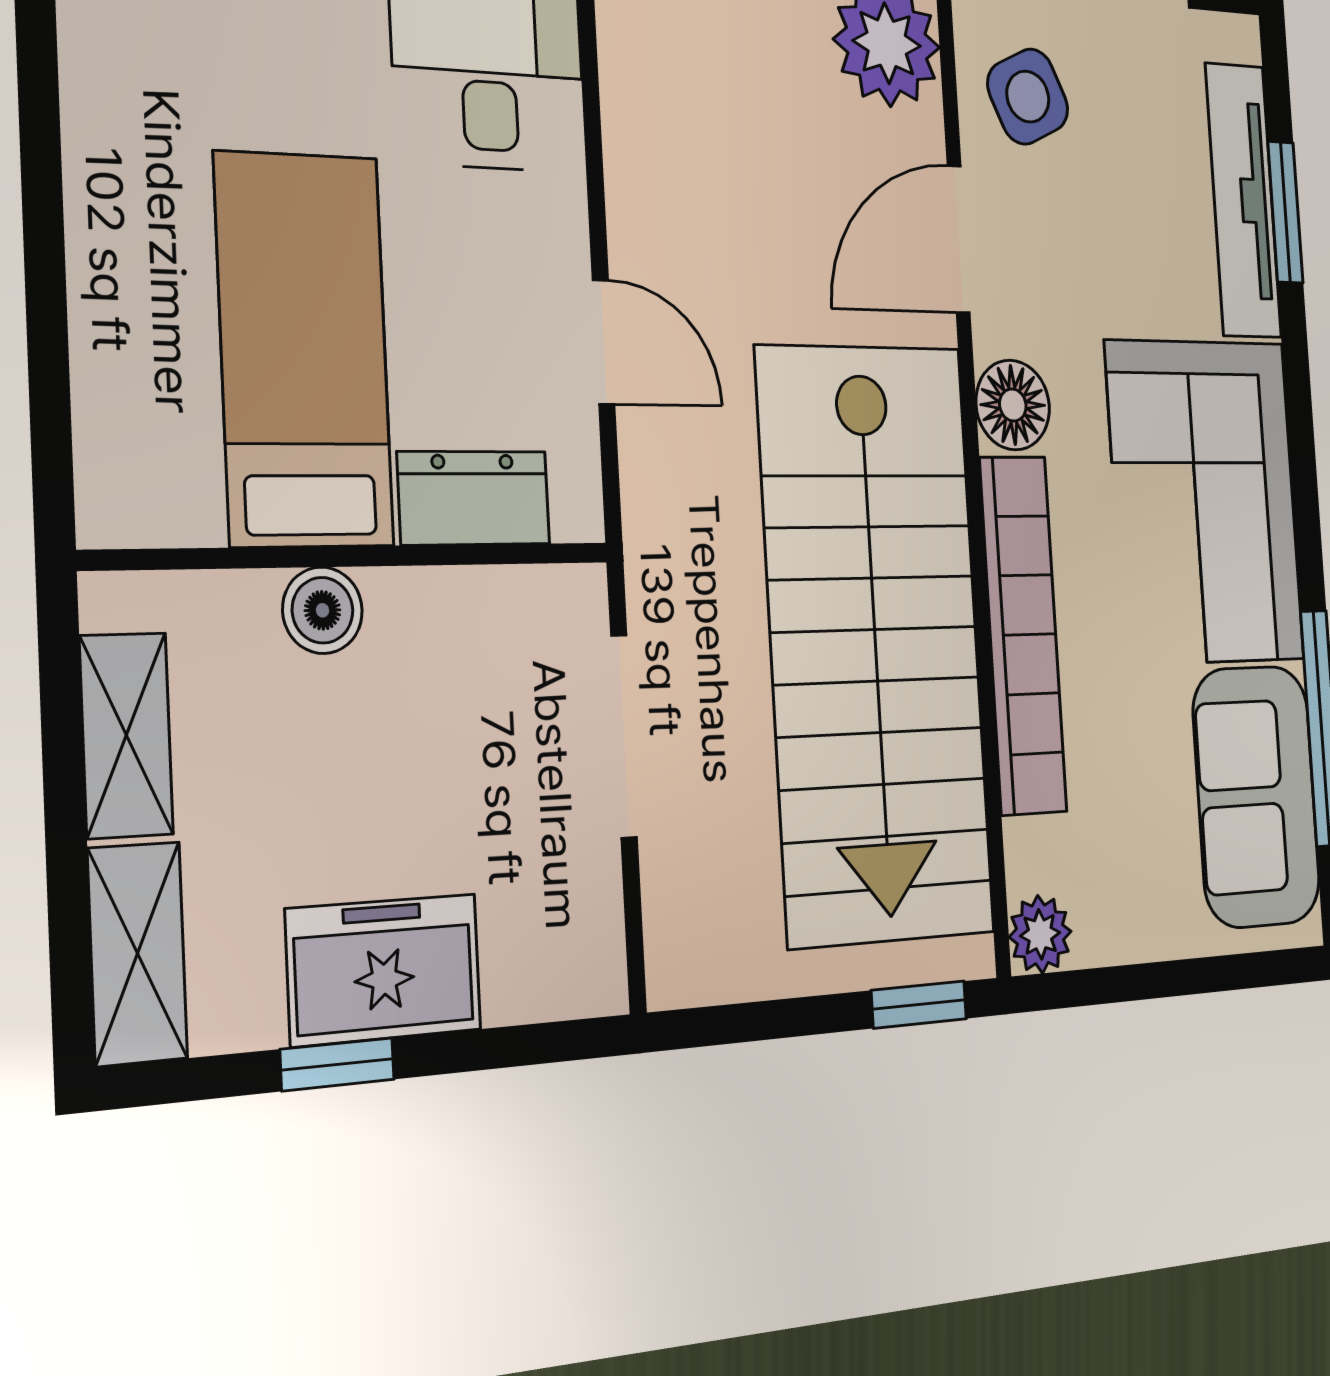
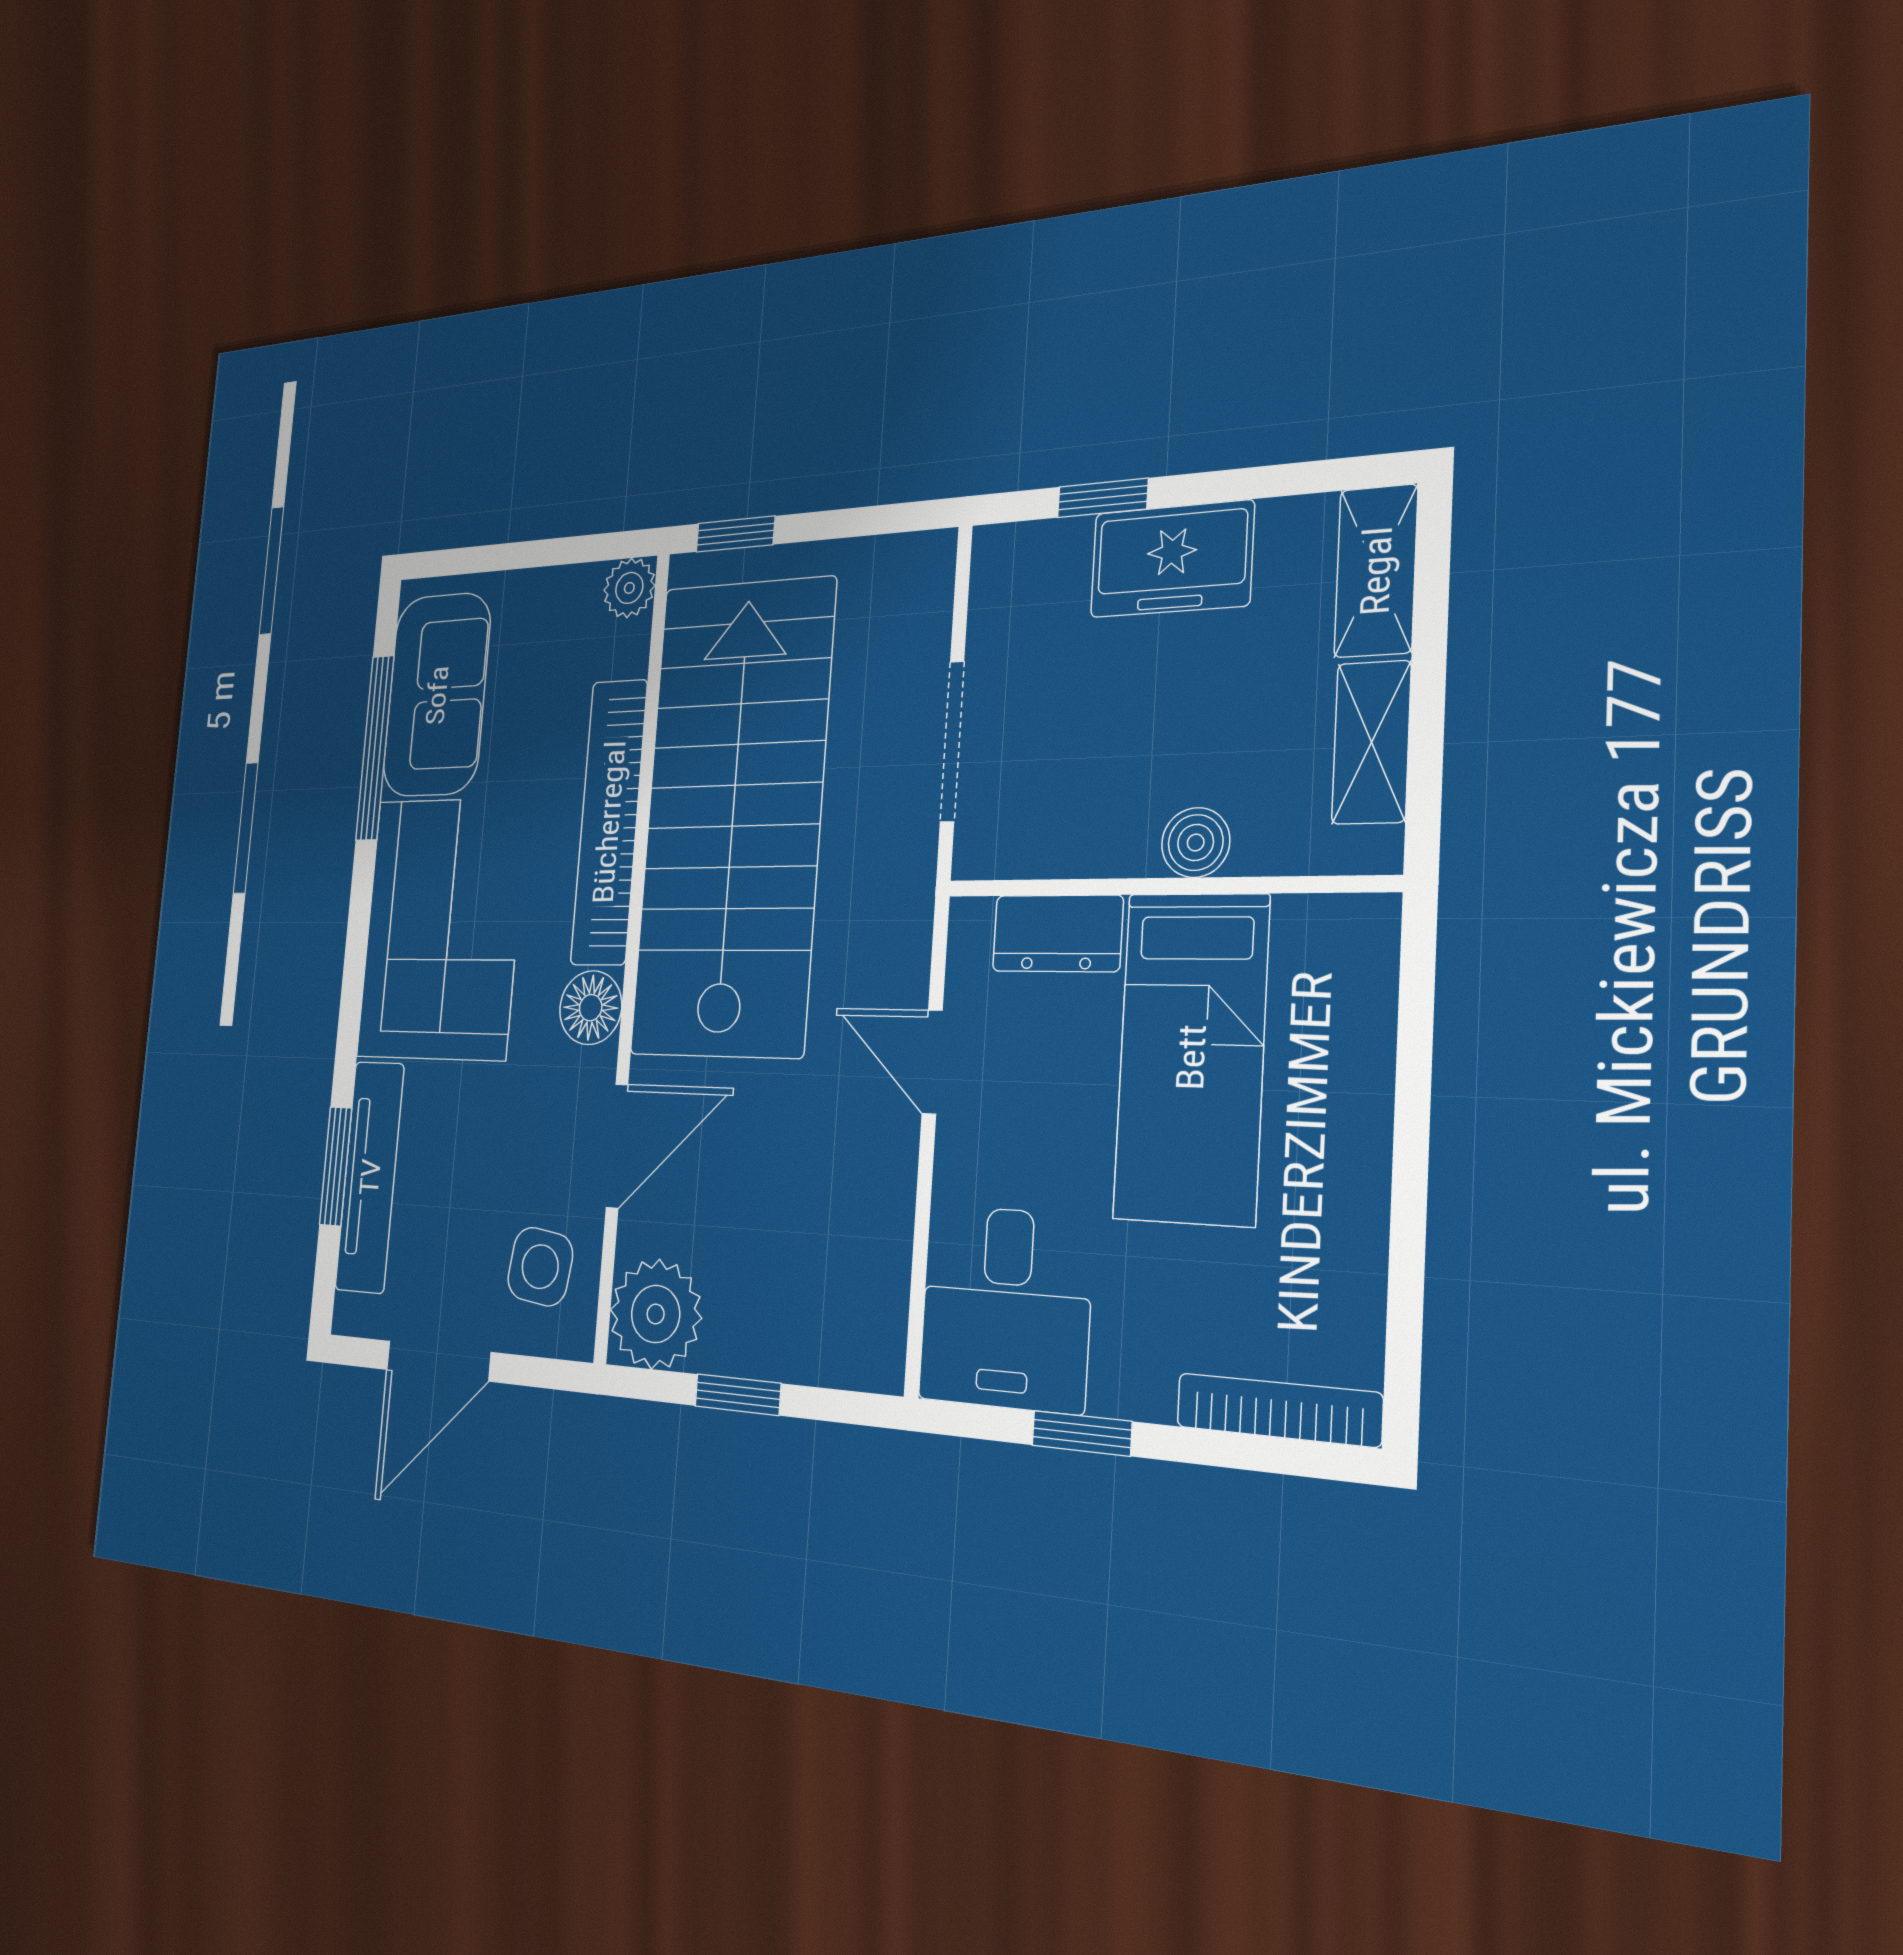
side table: (1028, 97) -> (540, 1267), turned 33
window: (337, 1064) -> (1103, 498), moved

